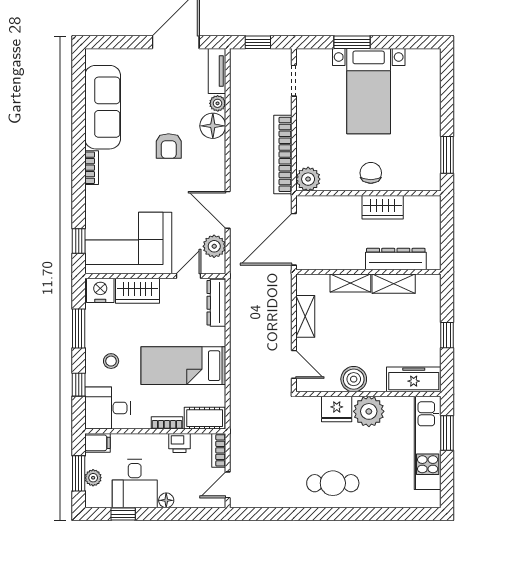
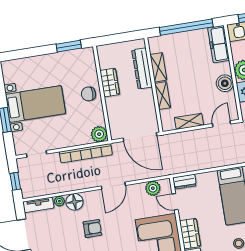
door: (228, 210) -> (113, 186), moved
dresser: (216, 303) -> (185, 182), width x0.70
window: (447, 335) -> (186, 27), width x3.17

